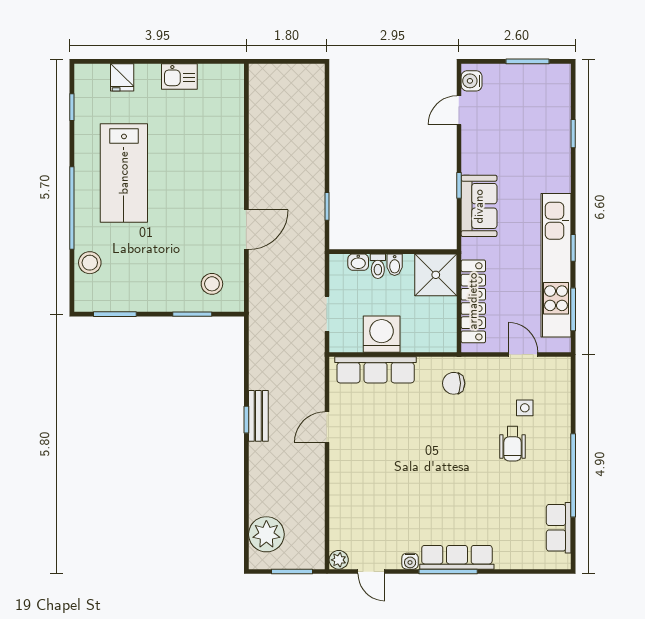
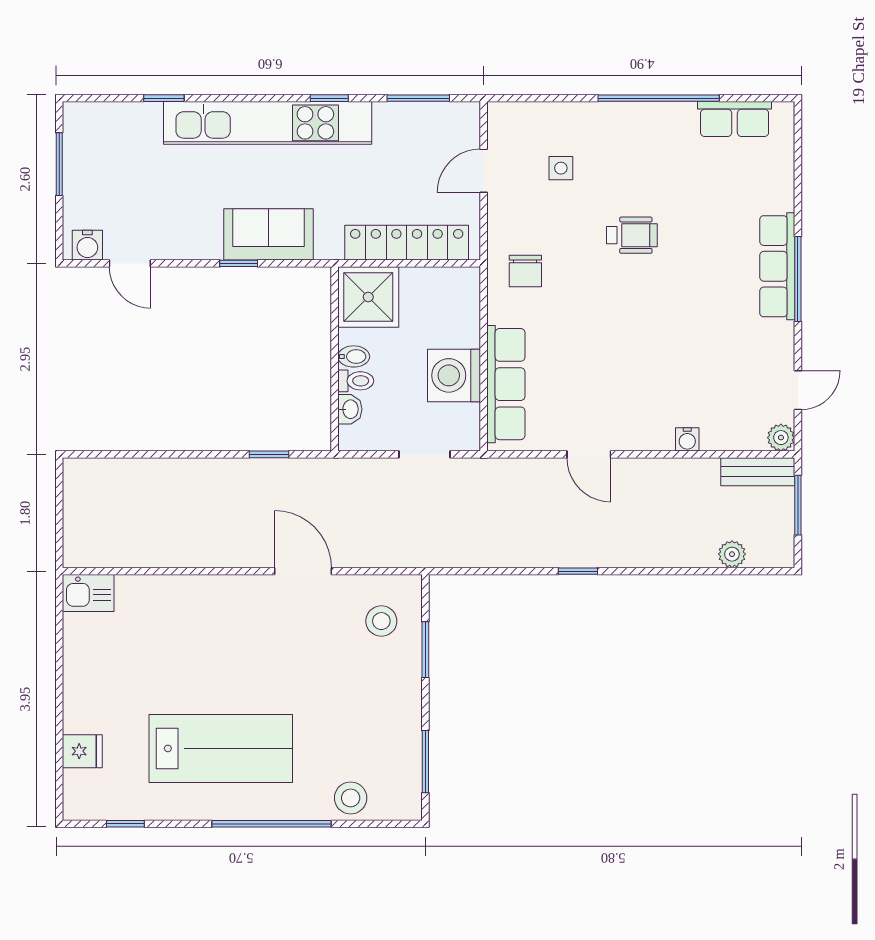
kitchen sink: (179, 77) -> (88, 593), moved, turned 90
kitchen unit: (556, 265) -> (268, 123), moved
bench: (258, 416) -> (758, 472), moved
wheelchair: (512, 444) -> (632, 235), moved
plant: (266, 534) -> (732, 554), width x0.53, depth x0.53
water cooler: (410, 561) -> (687, 439), moved, turned 90

